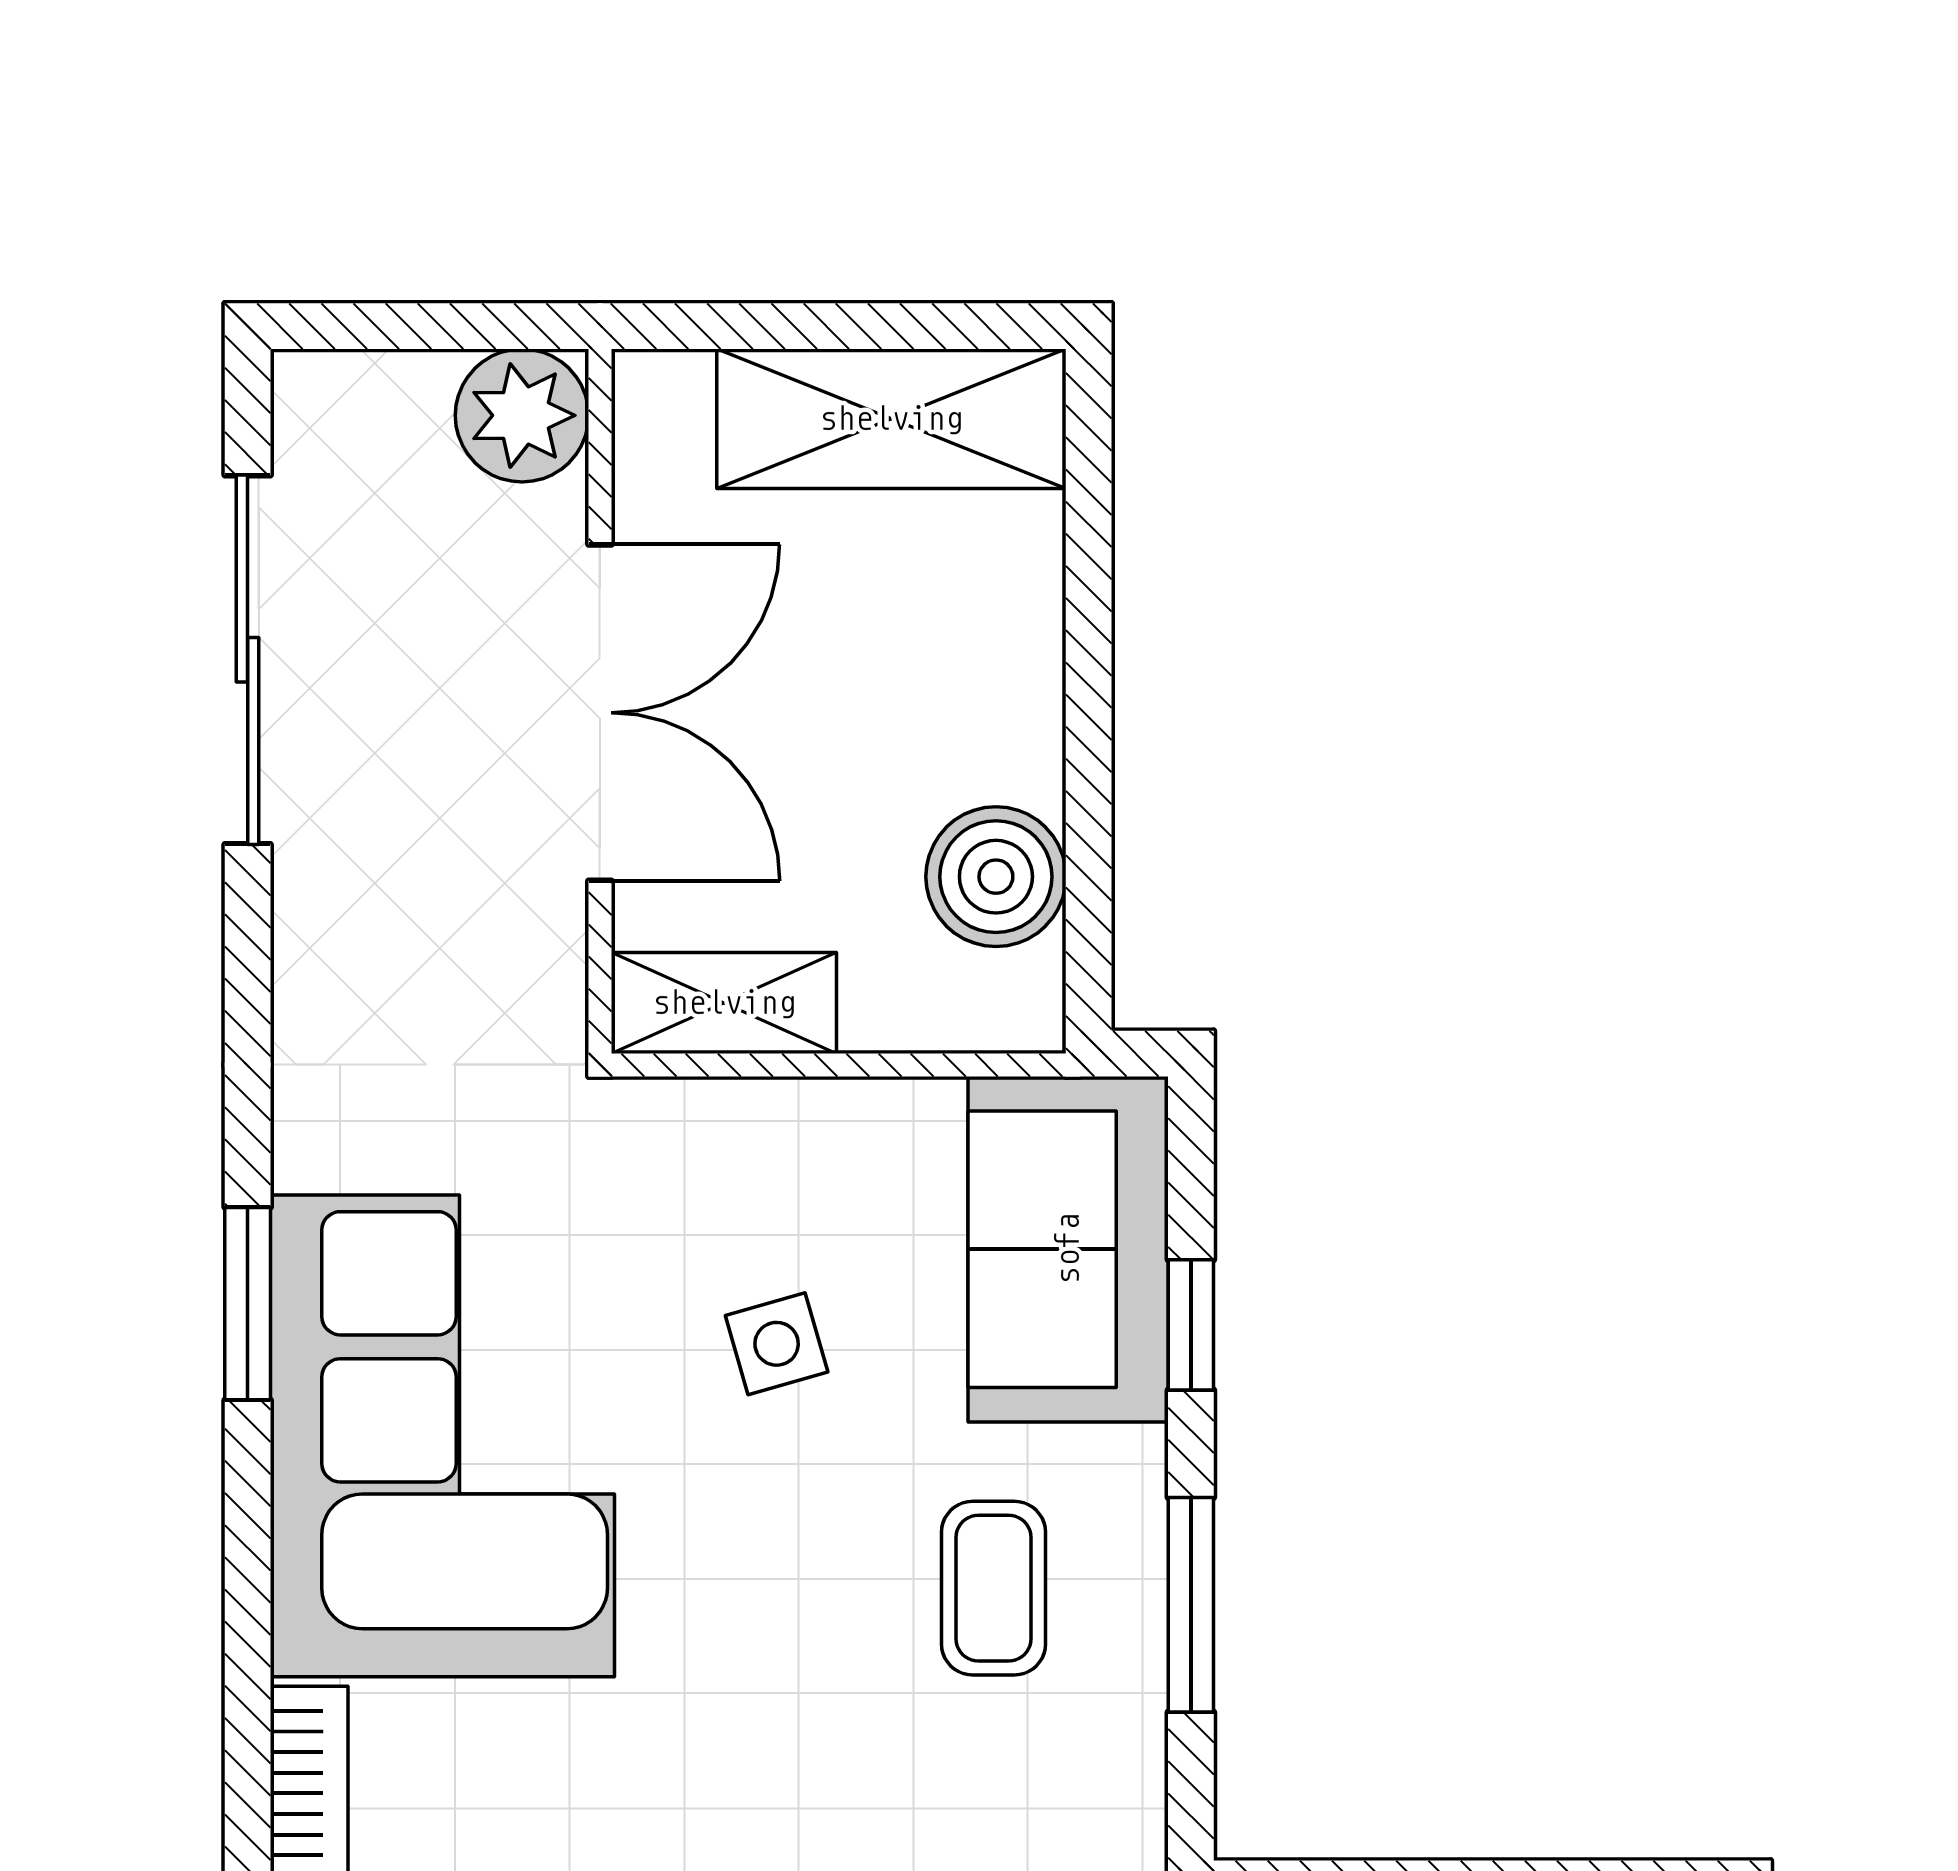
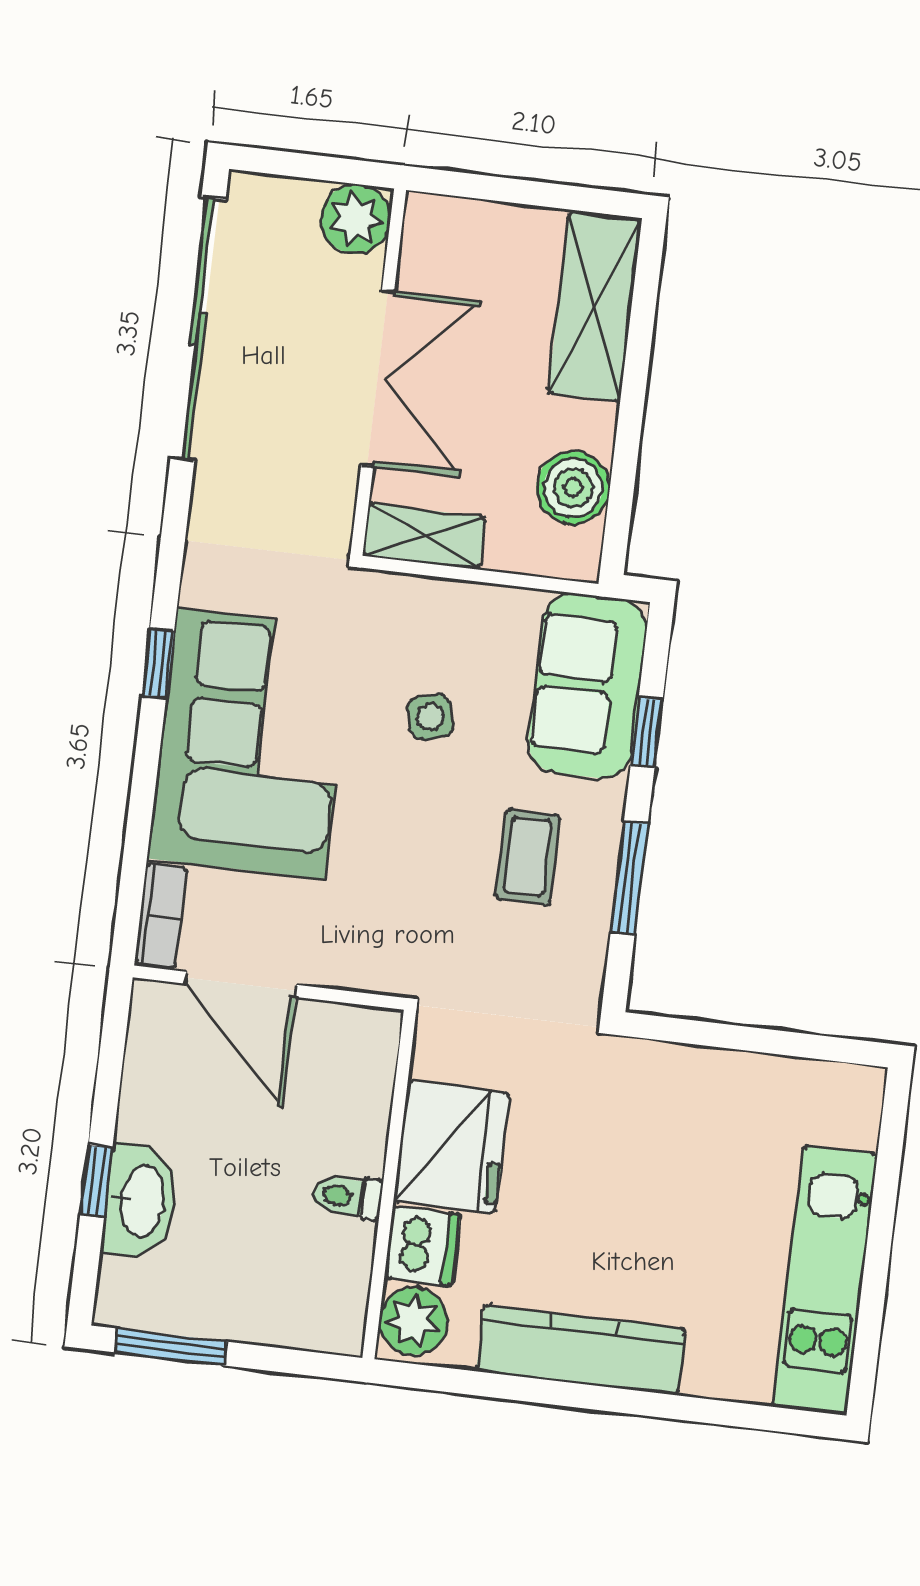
shelving: (891, 419) -> (595, 307), moved, turned 90
sliding door: (248, 660) -> (198, 329), width x1.36
window: (248, 1304) -> (158, 663), width x0.67

